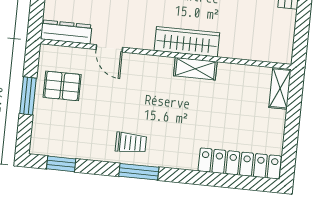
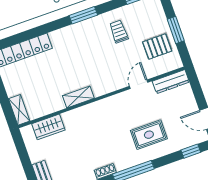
wardrobe: (187, 42) -> (48, 127), moved, width x0.67
door: (109, 48) -> (139, 84), hinge flipped
trolley: (131, 143) -> (119, 32), moved, turned 90

